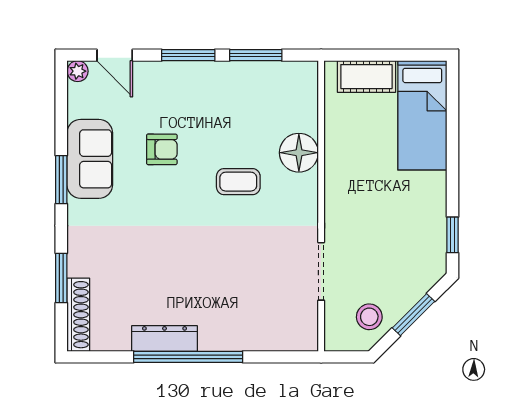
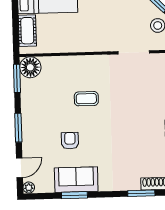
window: (256, 55) -> (17, 78), moved
floor lamp: (299, 153) -> (30, 67), moved
window: (61, 180) -> (74, 195), moved
coffee table: (238, 182) -> (86, 99), turned 90

